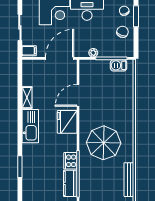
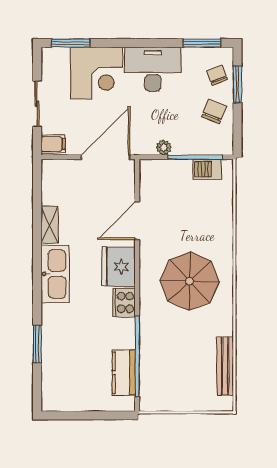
parasol: (104, 143) -> (190, 281), moved
cooker: (70, 161) -> (124, 302), moved

